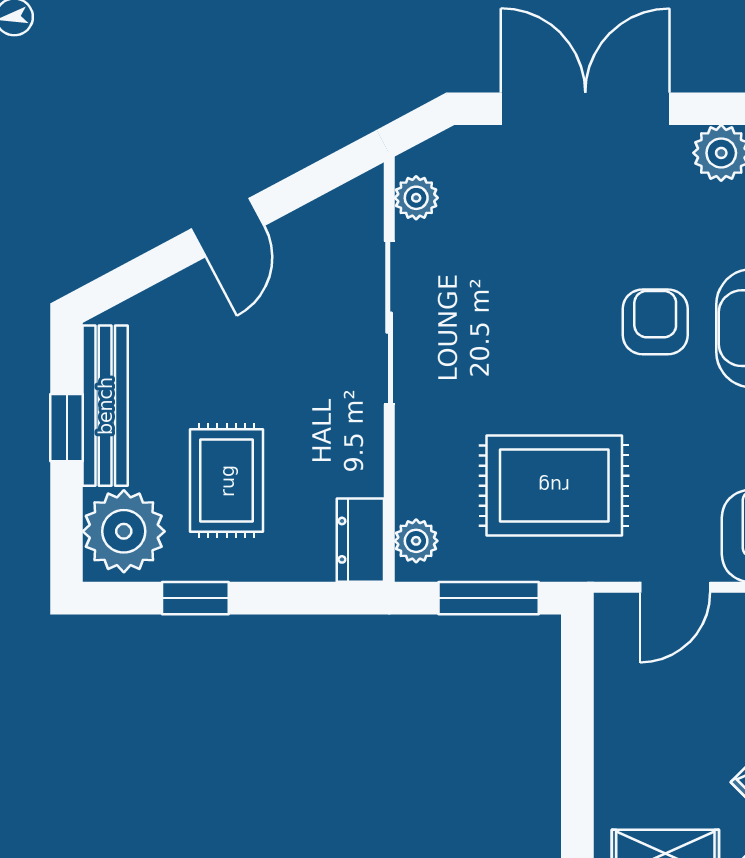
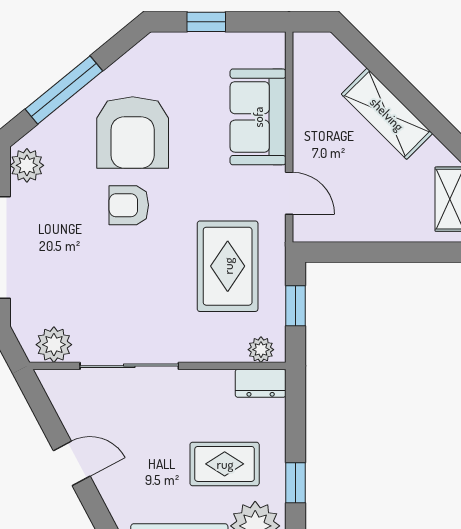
plant: (416, 198) -> (54, 345), width x1.38, depth x1.38
window: (489, 598) -> (296, 306), width x0.67

